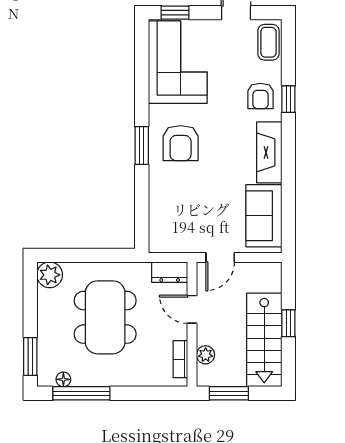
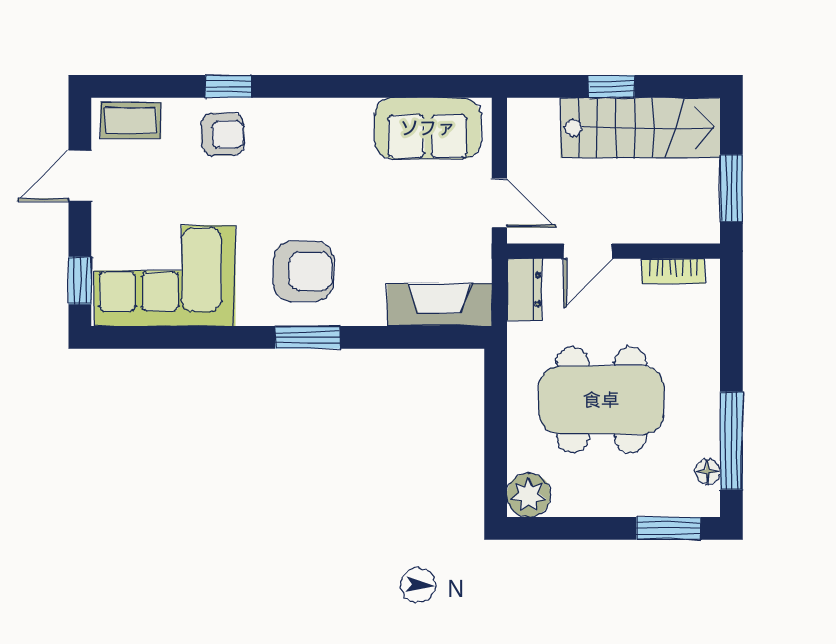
fireplace: (269, 152) -> (440, 305), moved, turned 180
plant: (206, 355) -> (666, 228), removed

